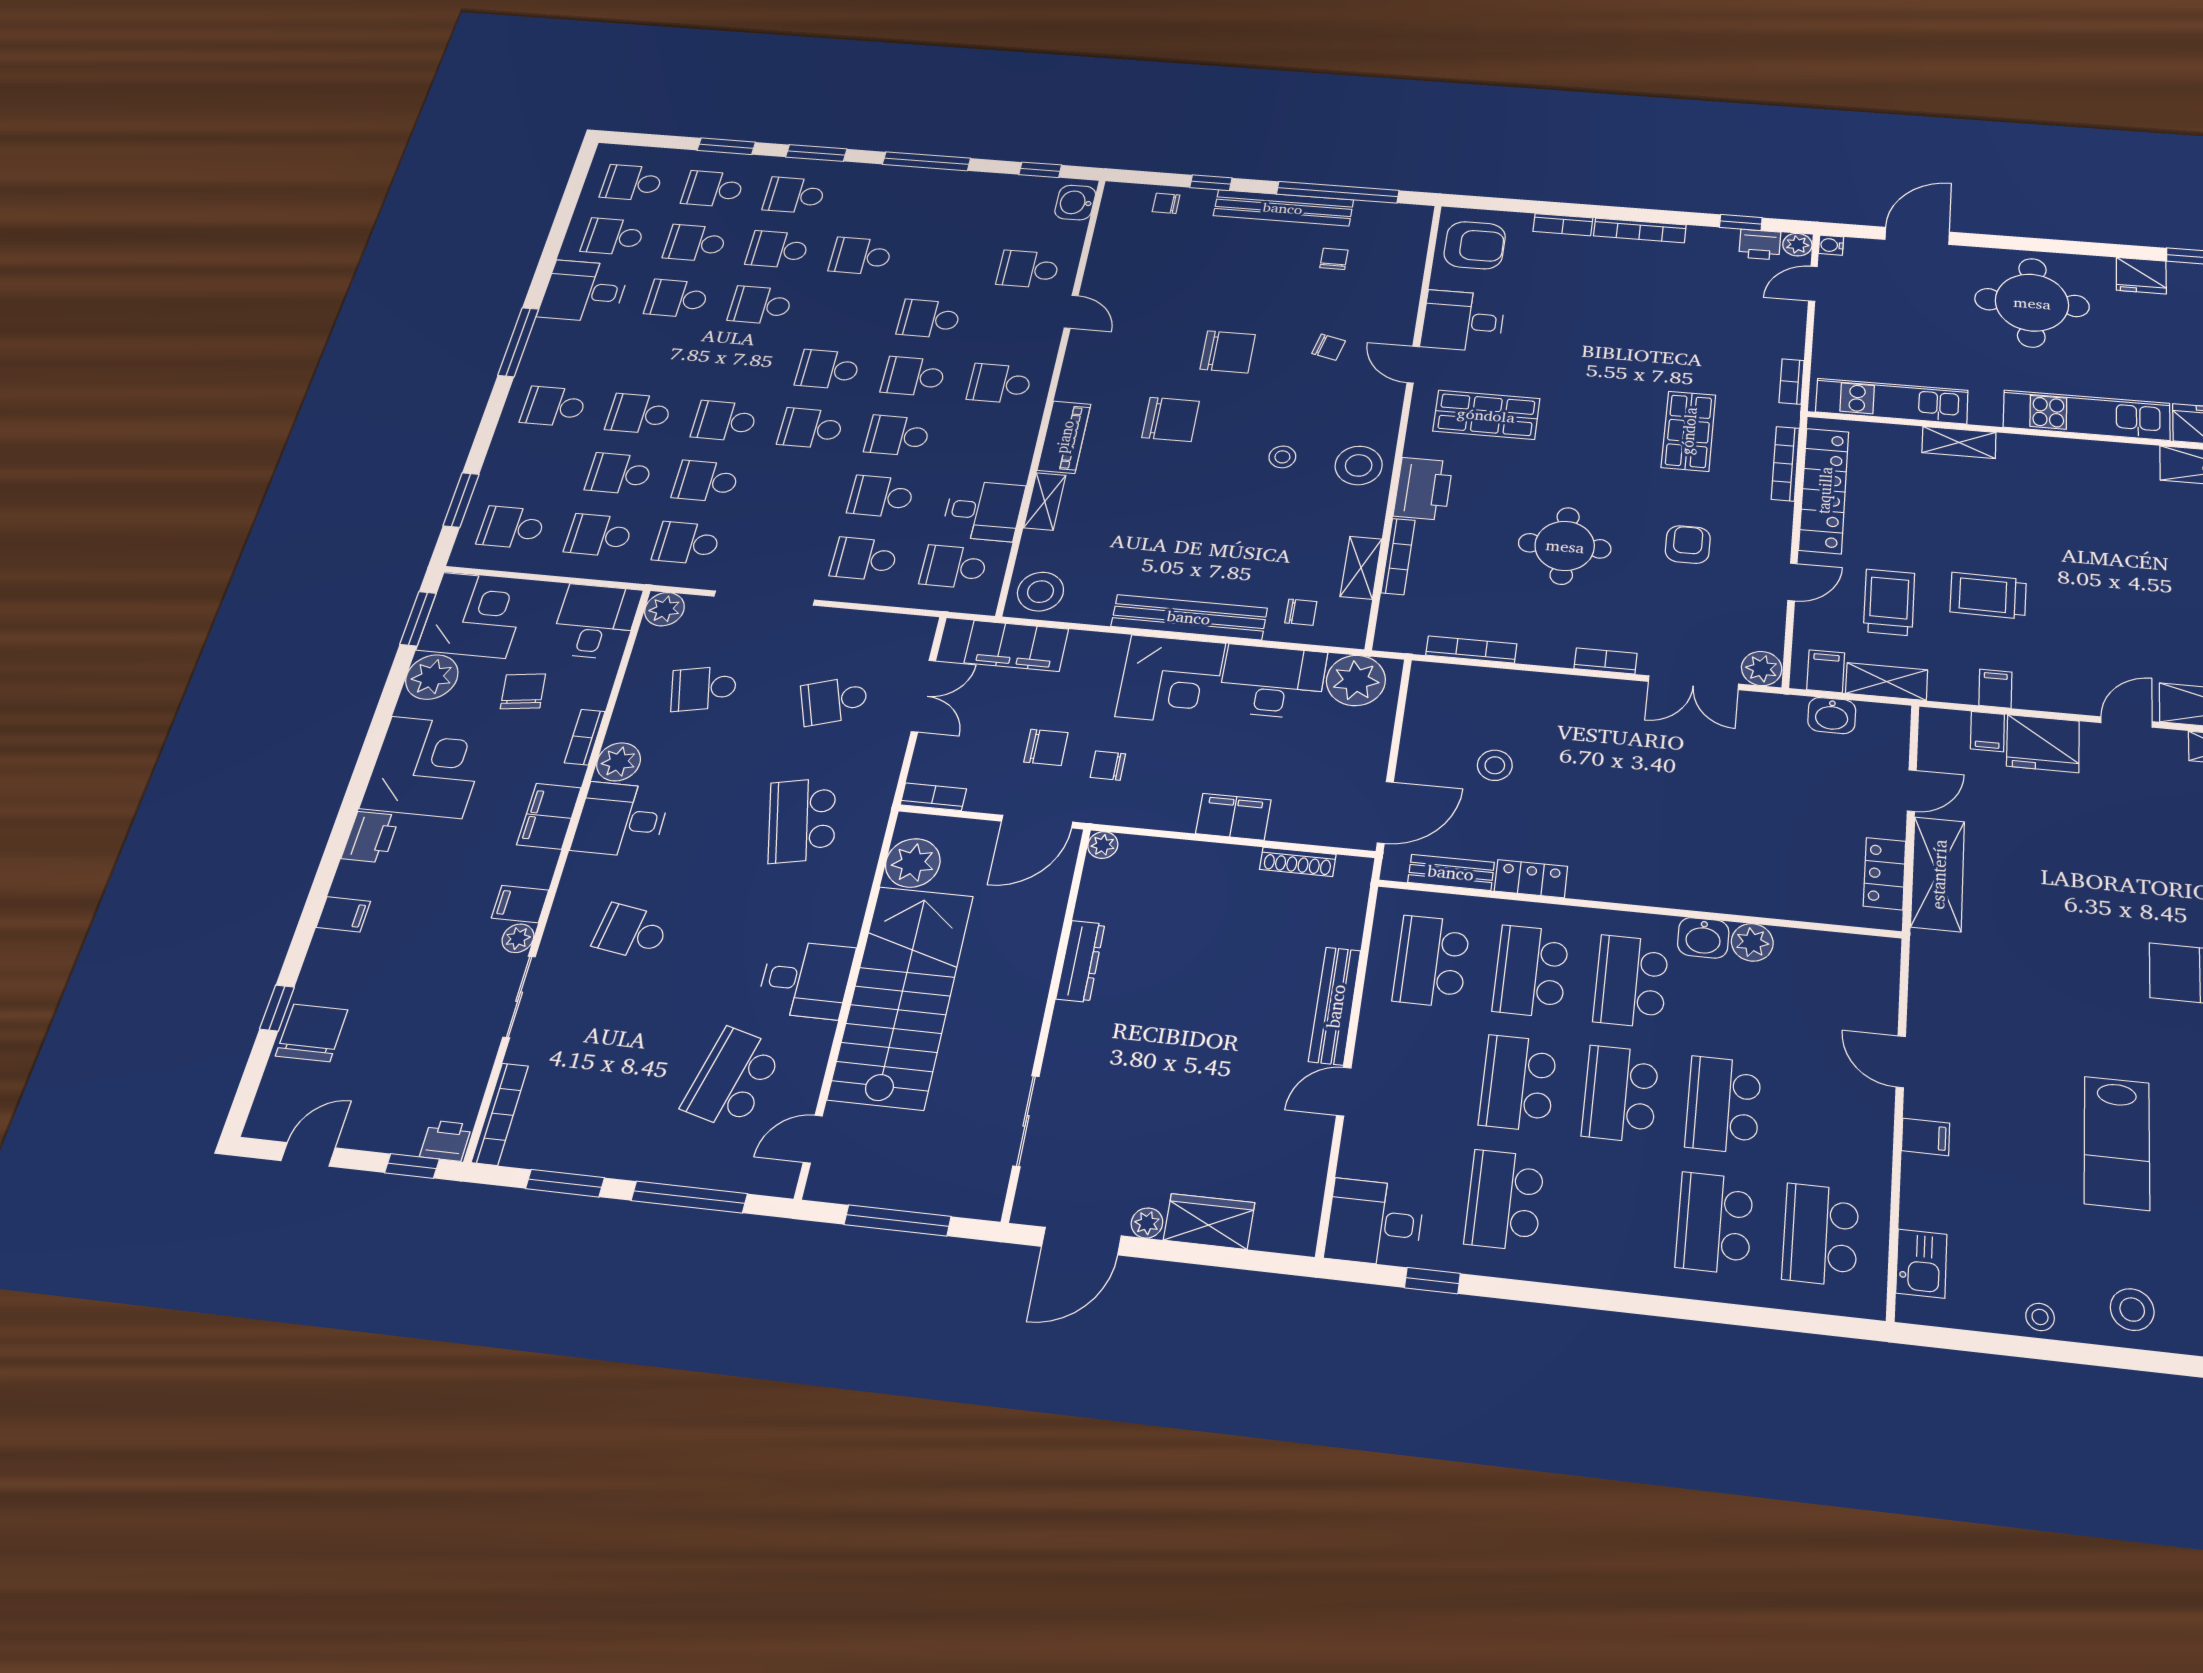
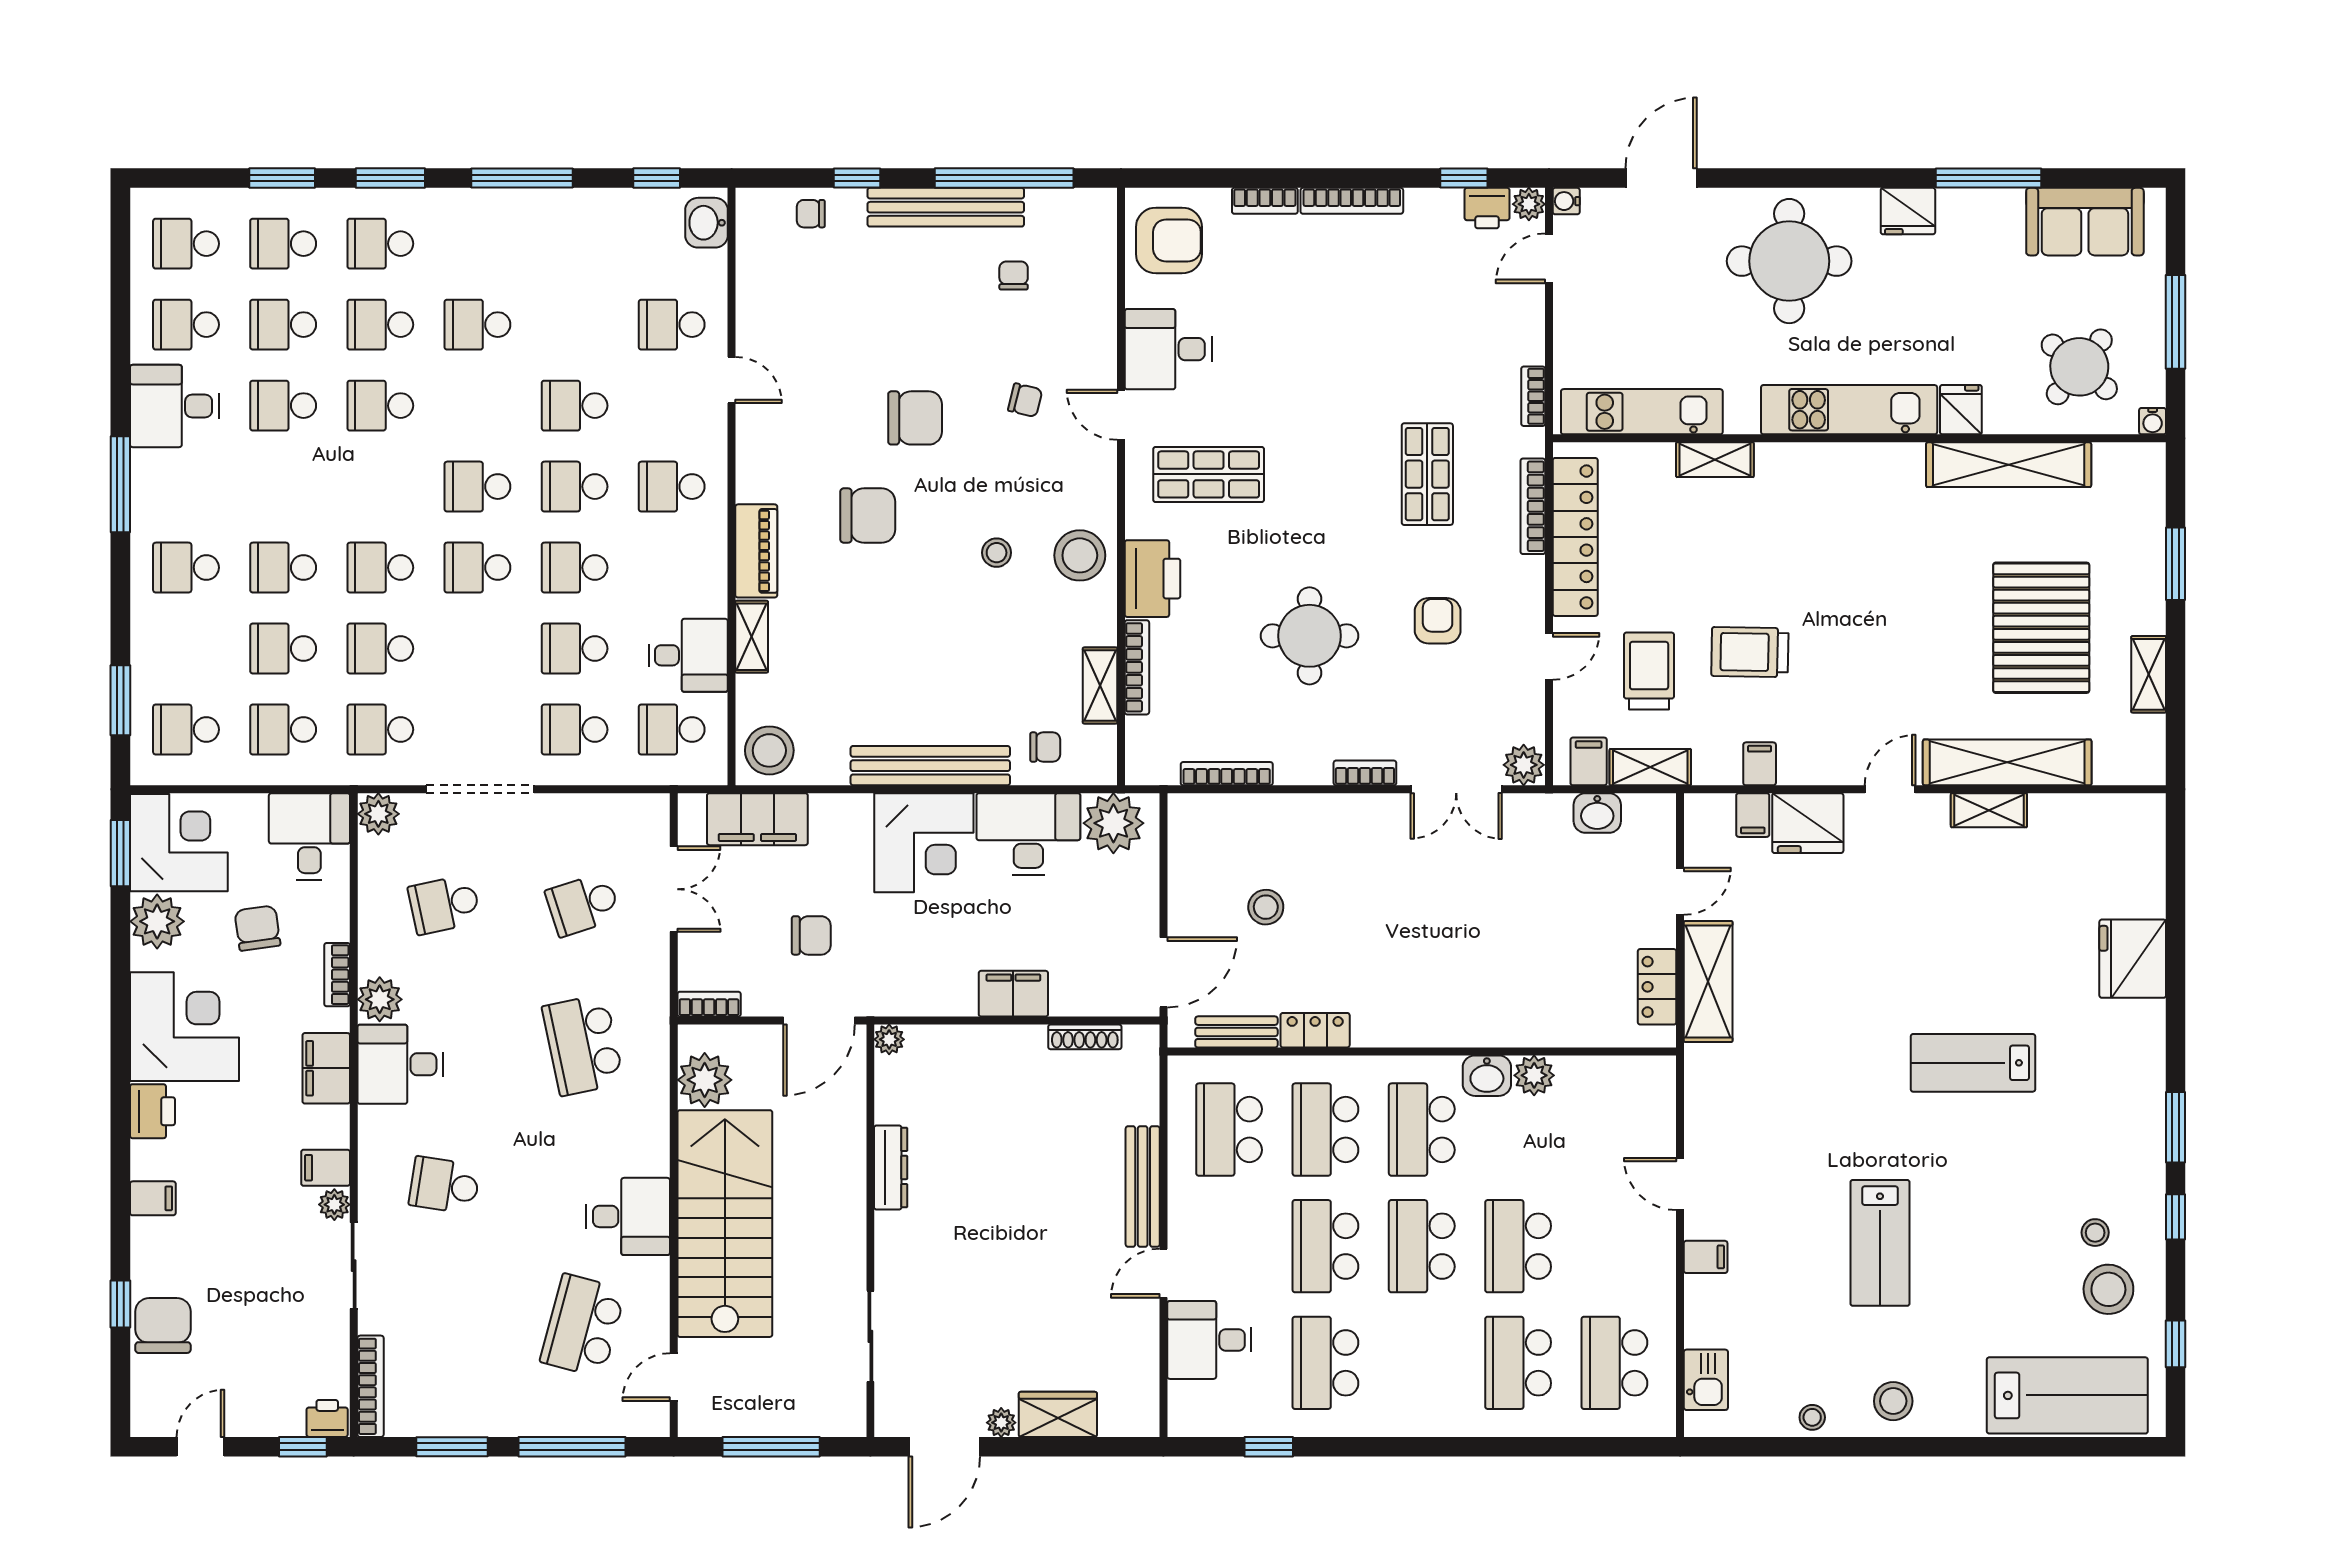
chair: (1108, 766) -> (878, 950), removed
desk: (1375, 1223) -> (1209, 1340), moved

